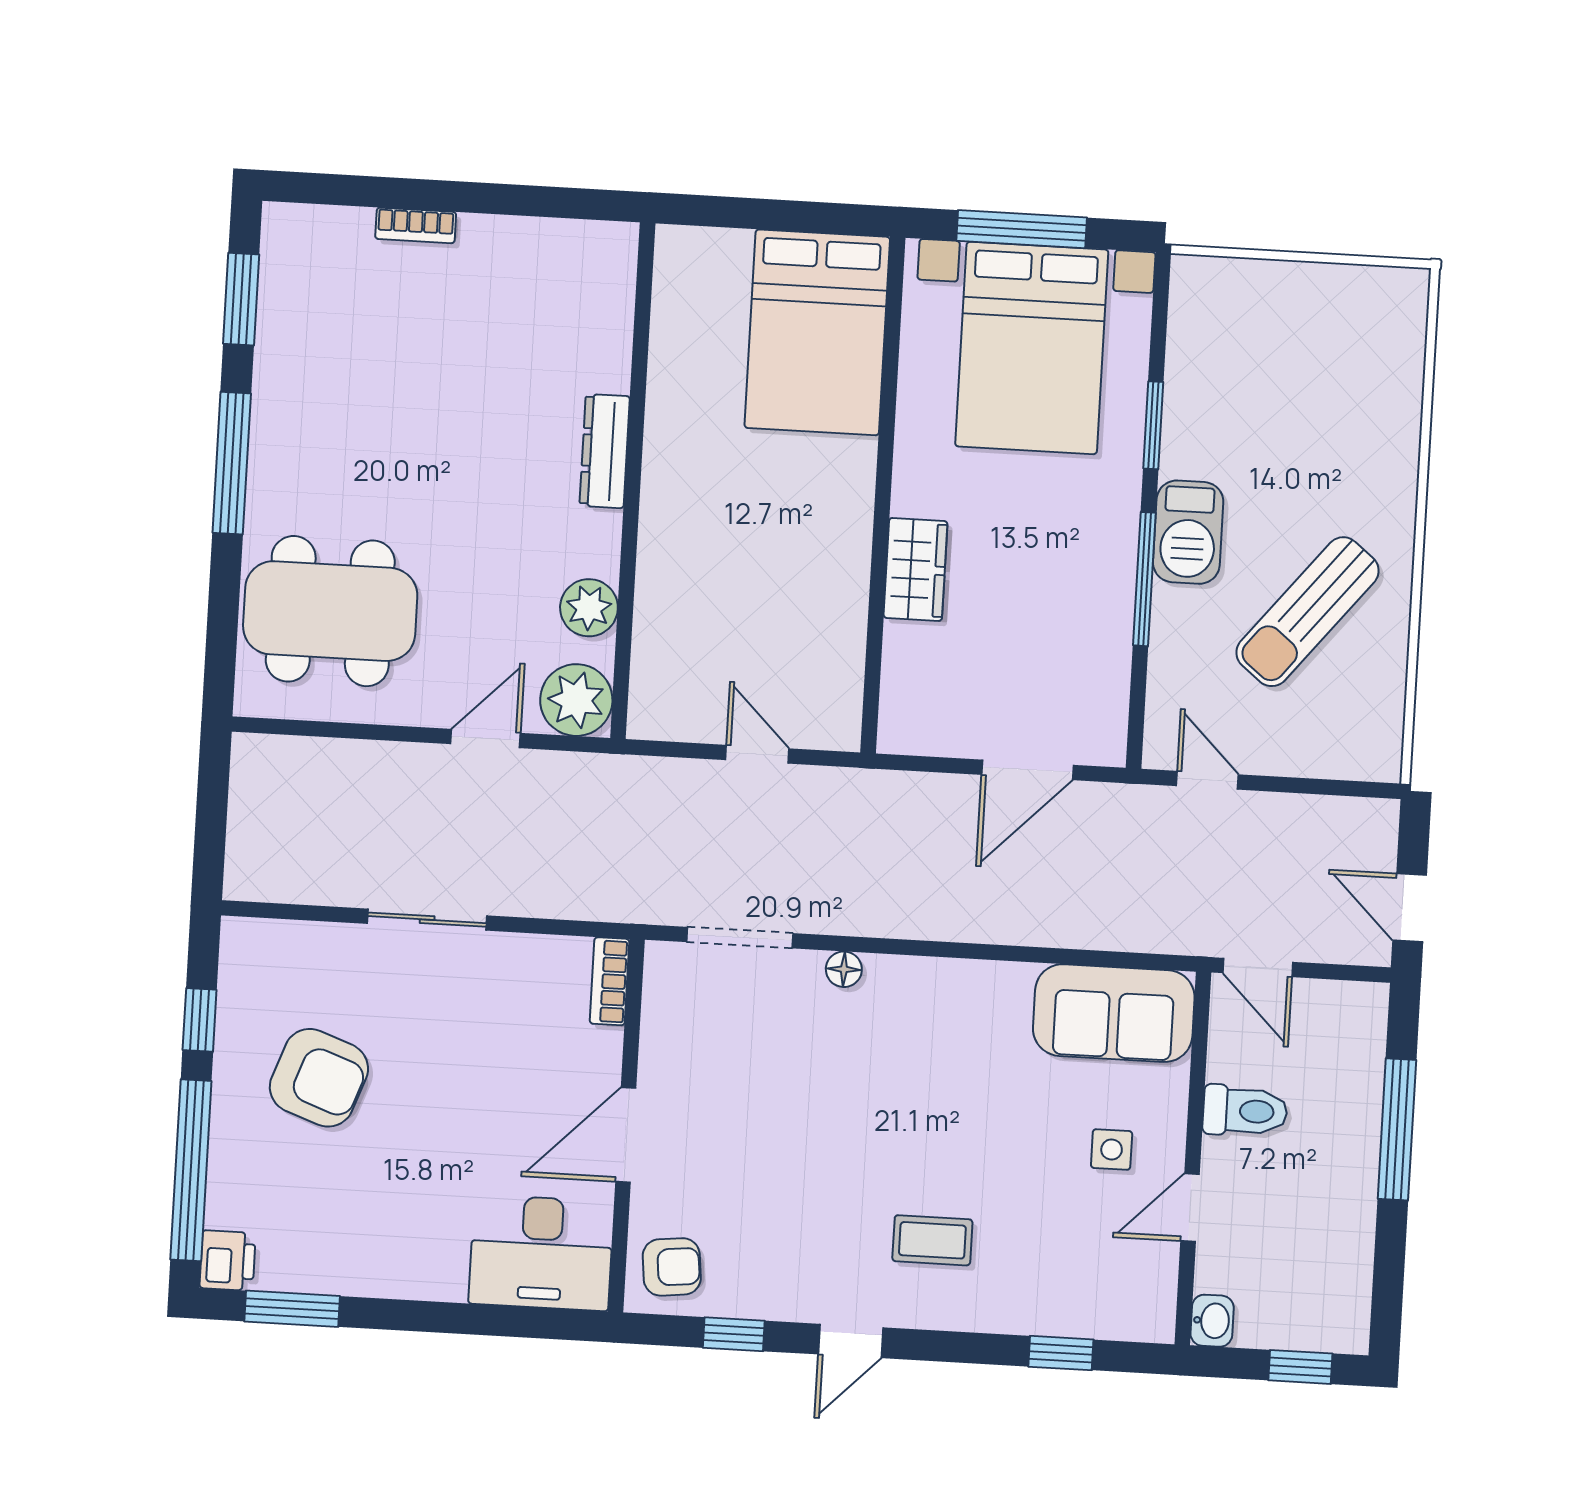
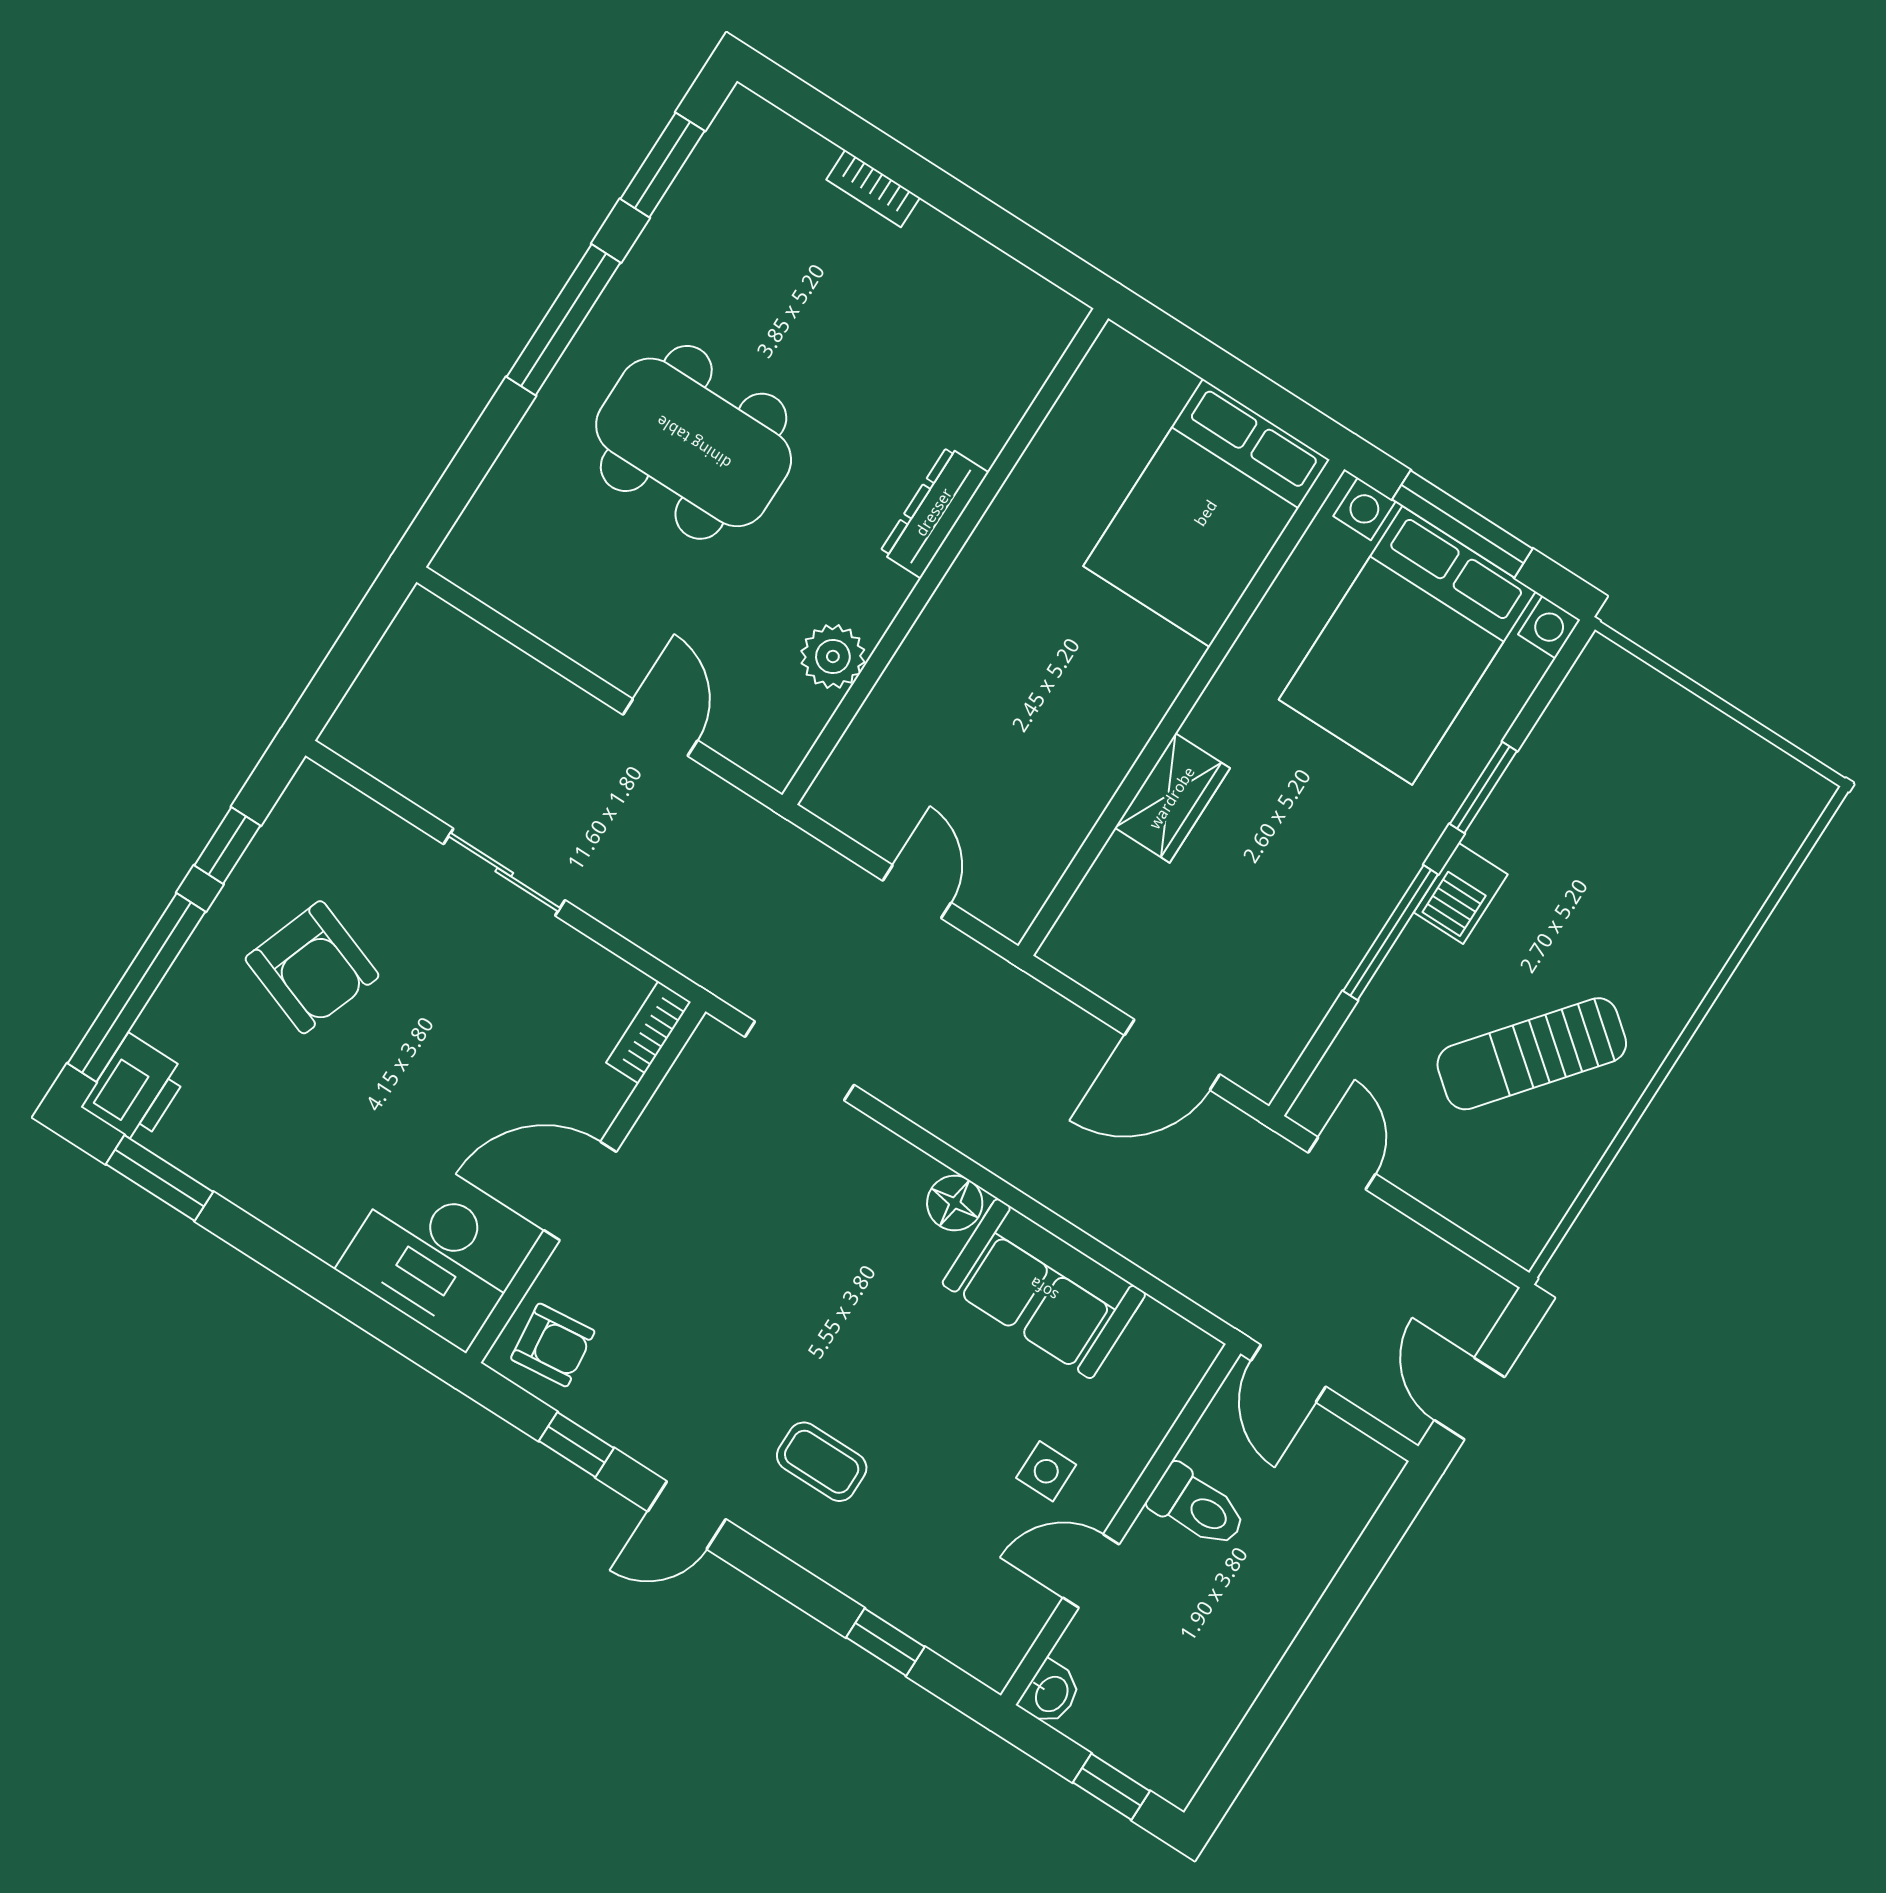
barbecue: (1188, 532) -> (1461, 893), width x0.73, depth x0.79
dining table: (330, 611) -> (694, 442), moved
plant: (576, 700) -> (770, 740), removed
door: (486, 739) -> (660, 728), hinge flipped
floor lamp: (844, 969) -> (955, 1203), moved, width x1.37, depth x1.37
sofa: (1114, 1013) -> (1044, 1289), moved
window: (1397, 1129) -> (1336, 1608), removed
printer: (228, 1260) -> (135, 1089), width x1.36, depth x1.24

